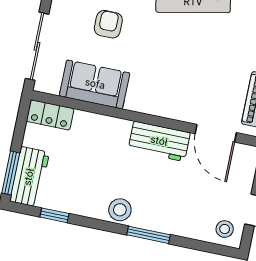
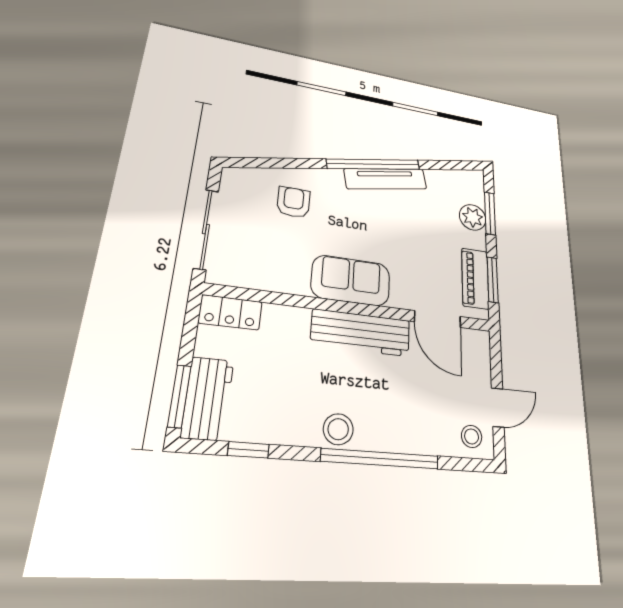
sofa: (95, 84) -> (351, 280), moved
workbench: (159, 141) -> (361, 333), width x1.38
window: (148, 235) -> (380, 459), width x2.11

